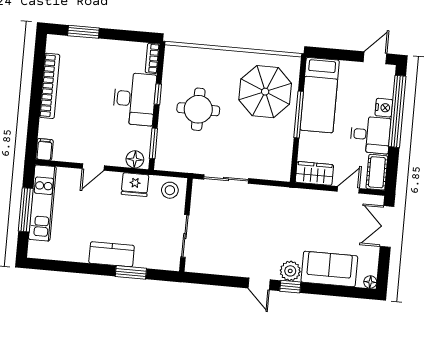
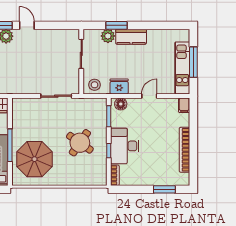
round table: (198, 109) -> (80, 143), turned 35
plant: (145, 258) -> (108, 36), added

